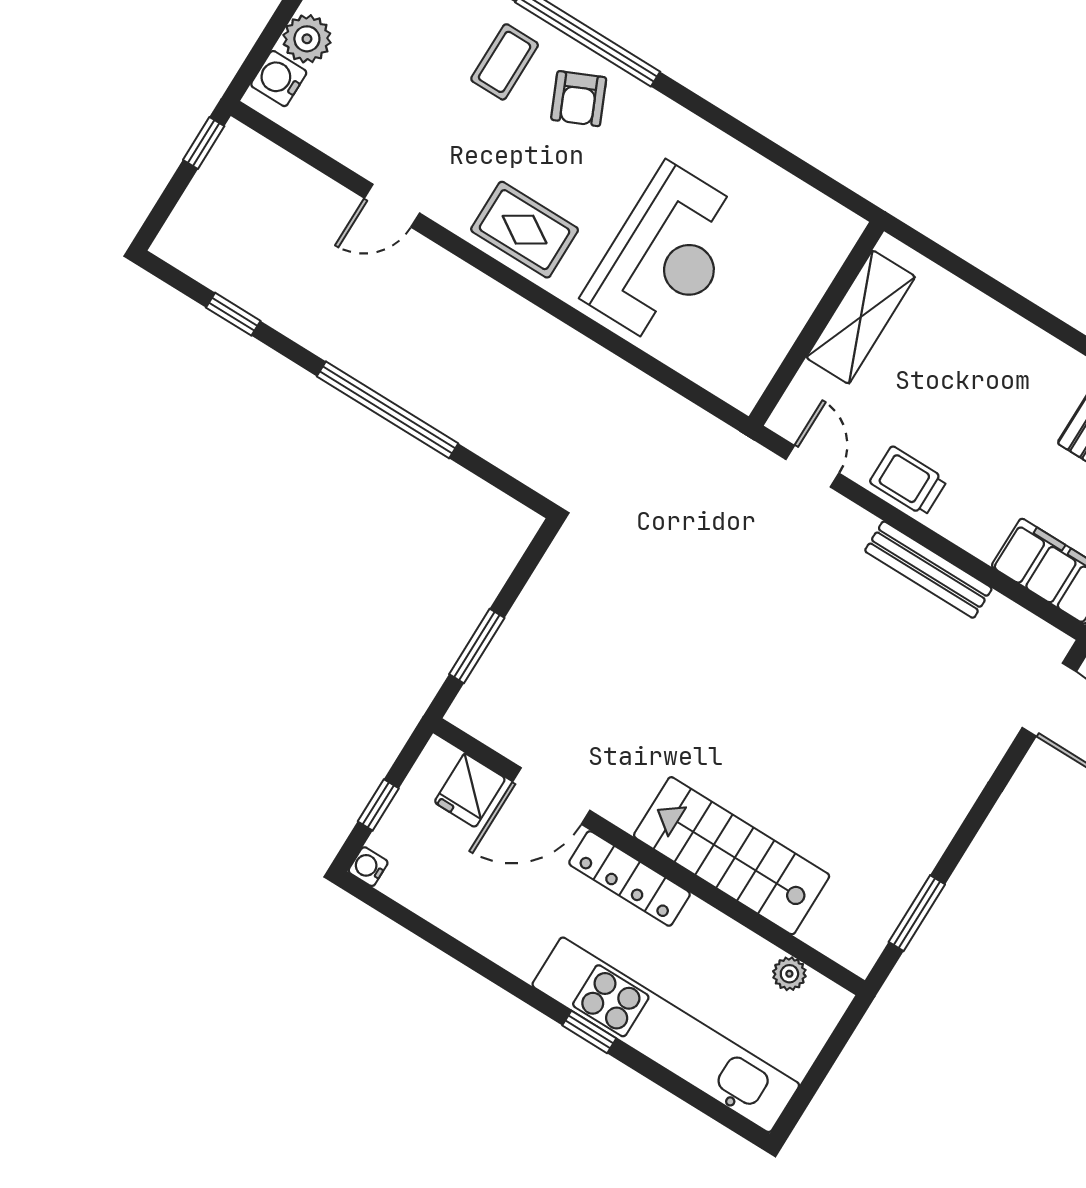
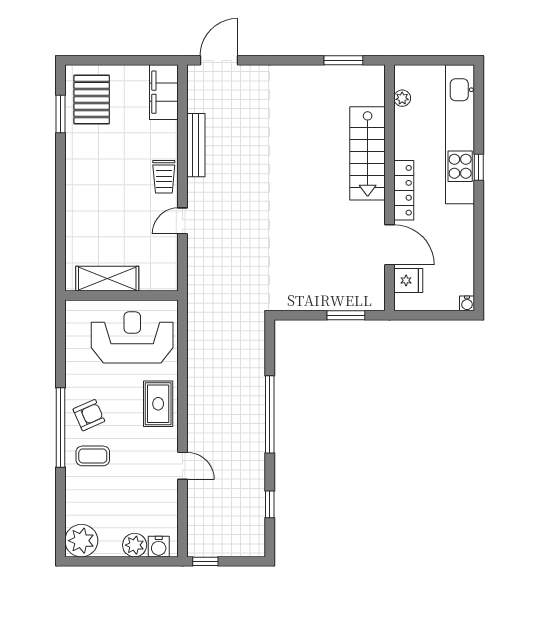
shelving: (861, 317) -> (107, 279), moved
wall: (816, 324) -> (122, 296), moved
window: (378, 805) -> (438, 315), removed

